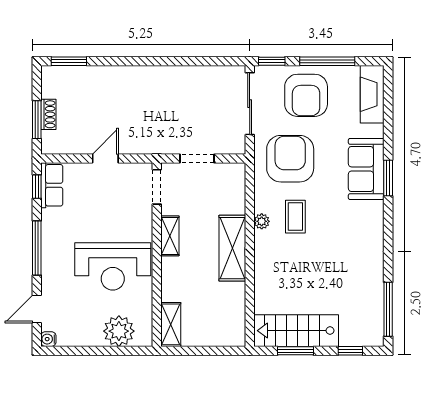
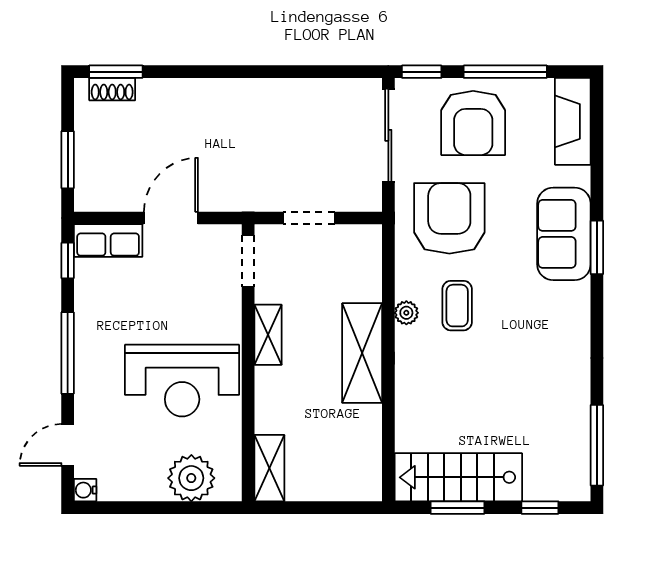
shoe rack: (48, 114) -> (112, 89), moved, turned 90
door: (105, 158) -> (171, 218), width x1.38
row of seats: (52, 185) -> (108, 241), moved, turned 90

